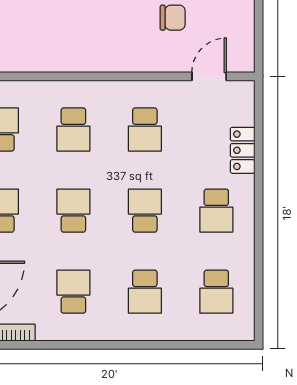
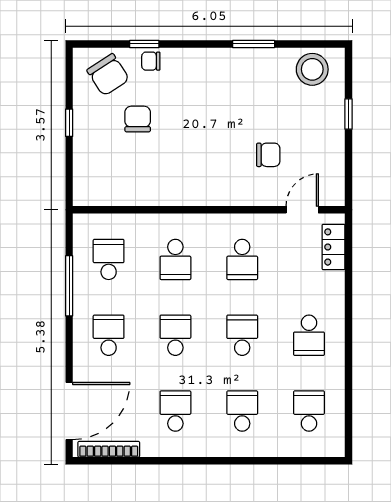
locker: (243, 150) -> (333, 247), moved
school desk: (145, 292) -> (242, 411), turned 180
school desk: (216, 292) -> (309, 411), turned 180

